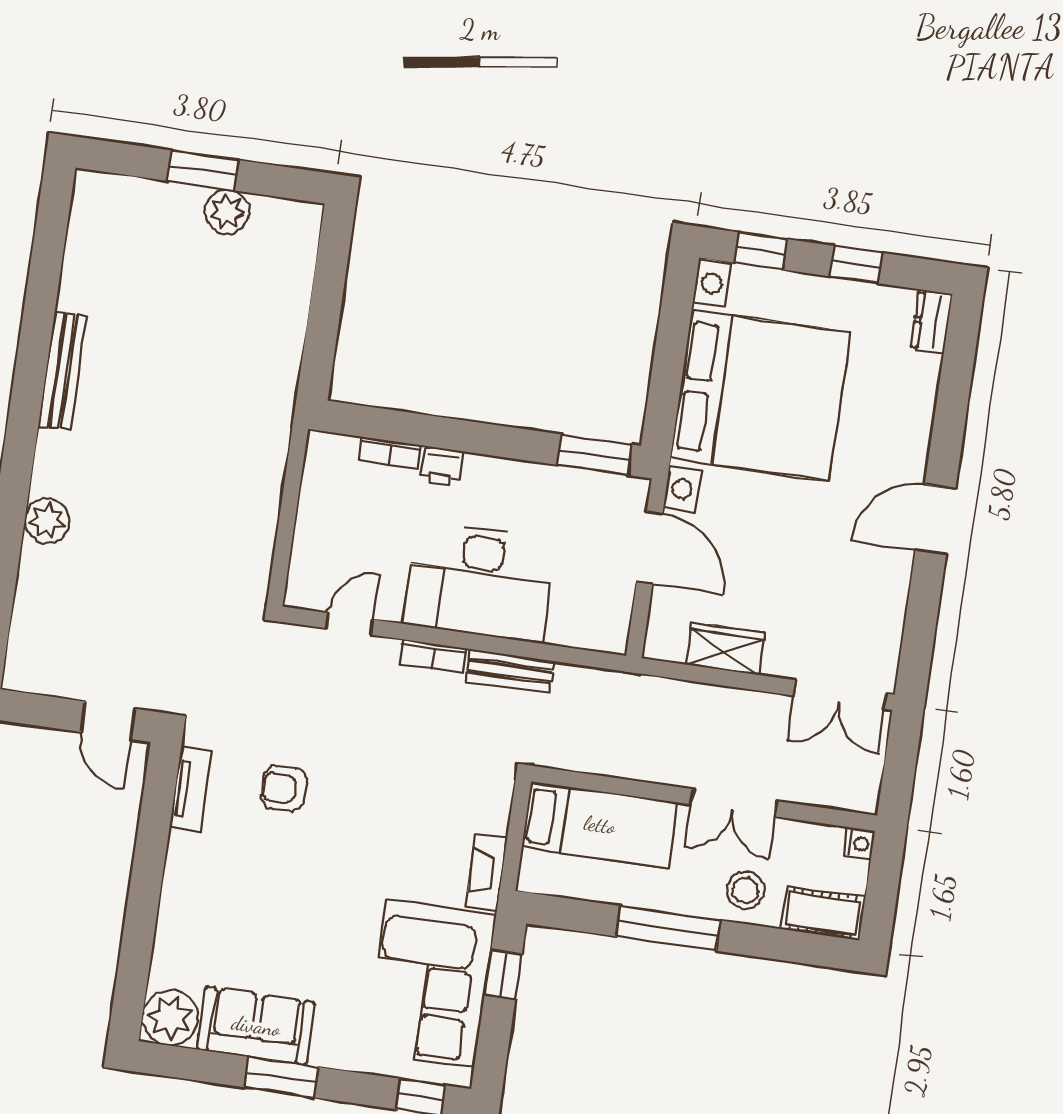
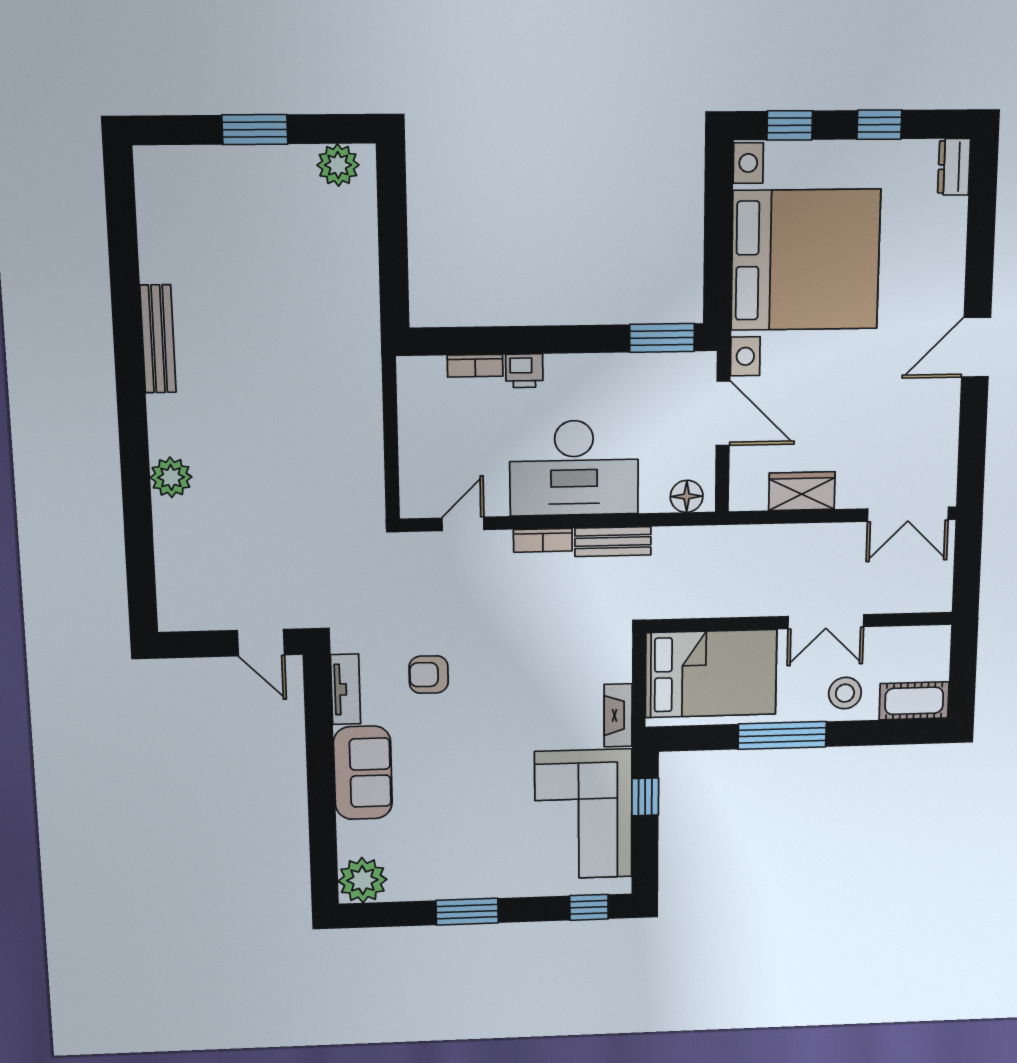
plant: (227, 212) -> (338, 165), moved
floor lamp: (597, 634) -> (687, 496), added
bed: (600, 825) -> (711, 674), width x1.50
nightstand: (859, 843) -> (939, 638), removed
sofa: (256, 1026) -> (363, 773), moved, turned 90

